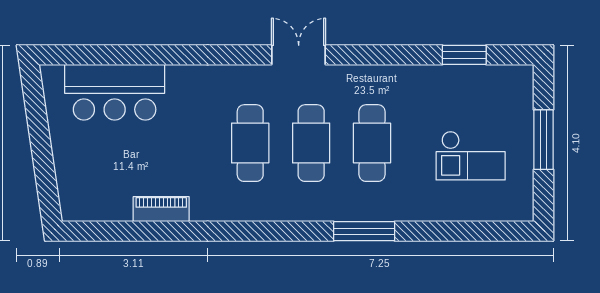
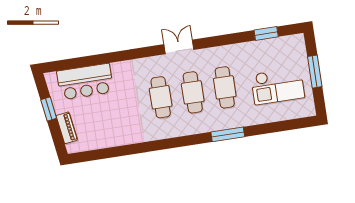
window: (39, 133) -> (49, 109), added
checkout: (471, 156) -> (278, 86), width x1.36, depth x1.21
piano: (161, 209) -> (67, 128), moved, turned 82

